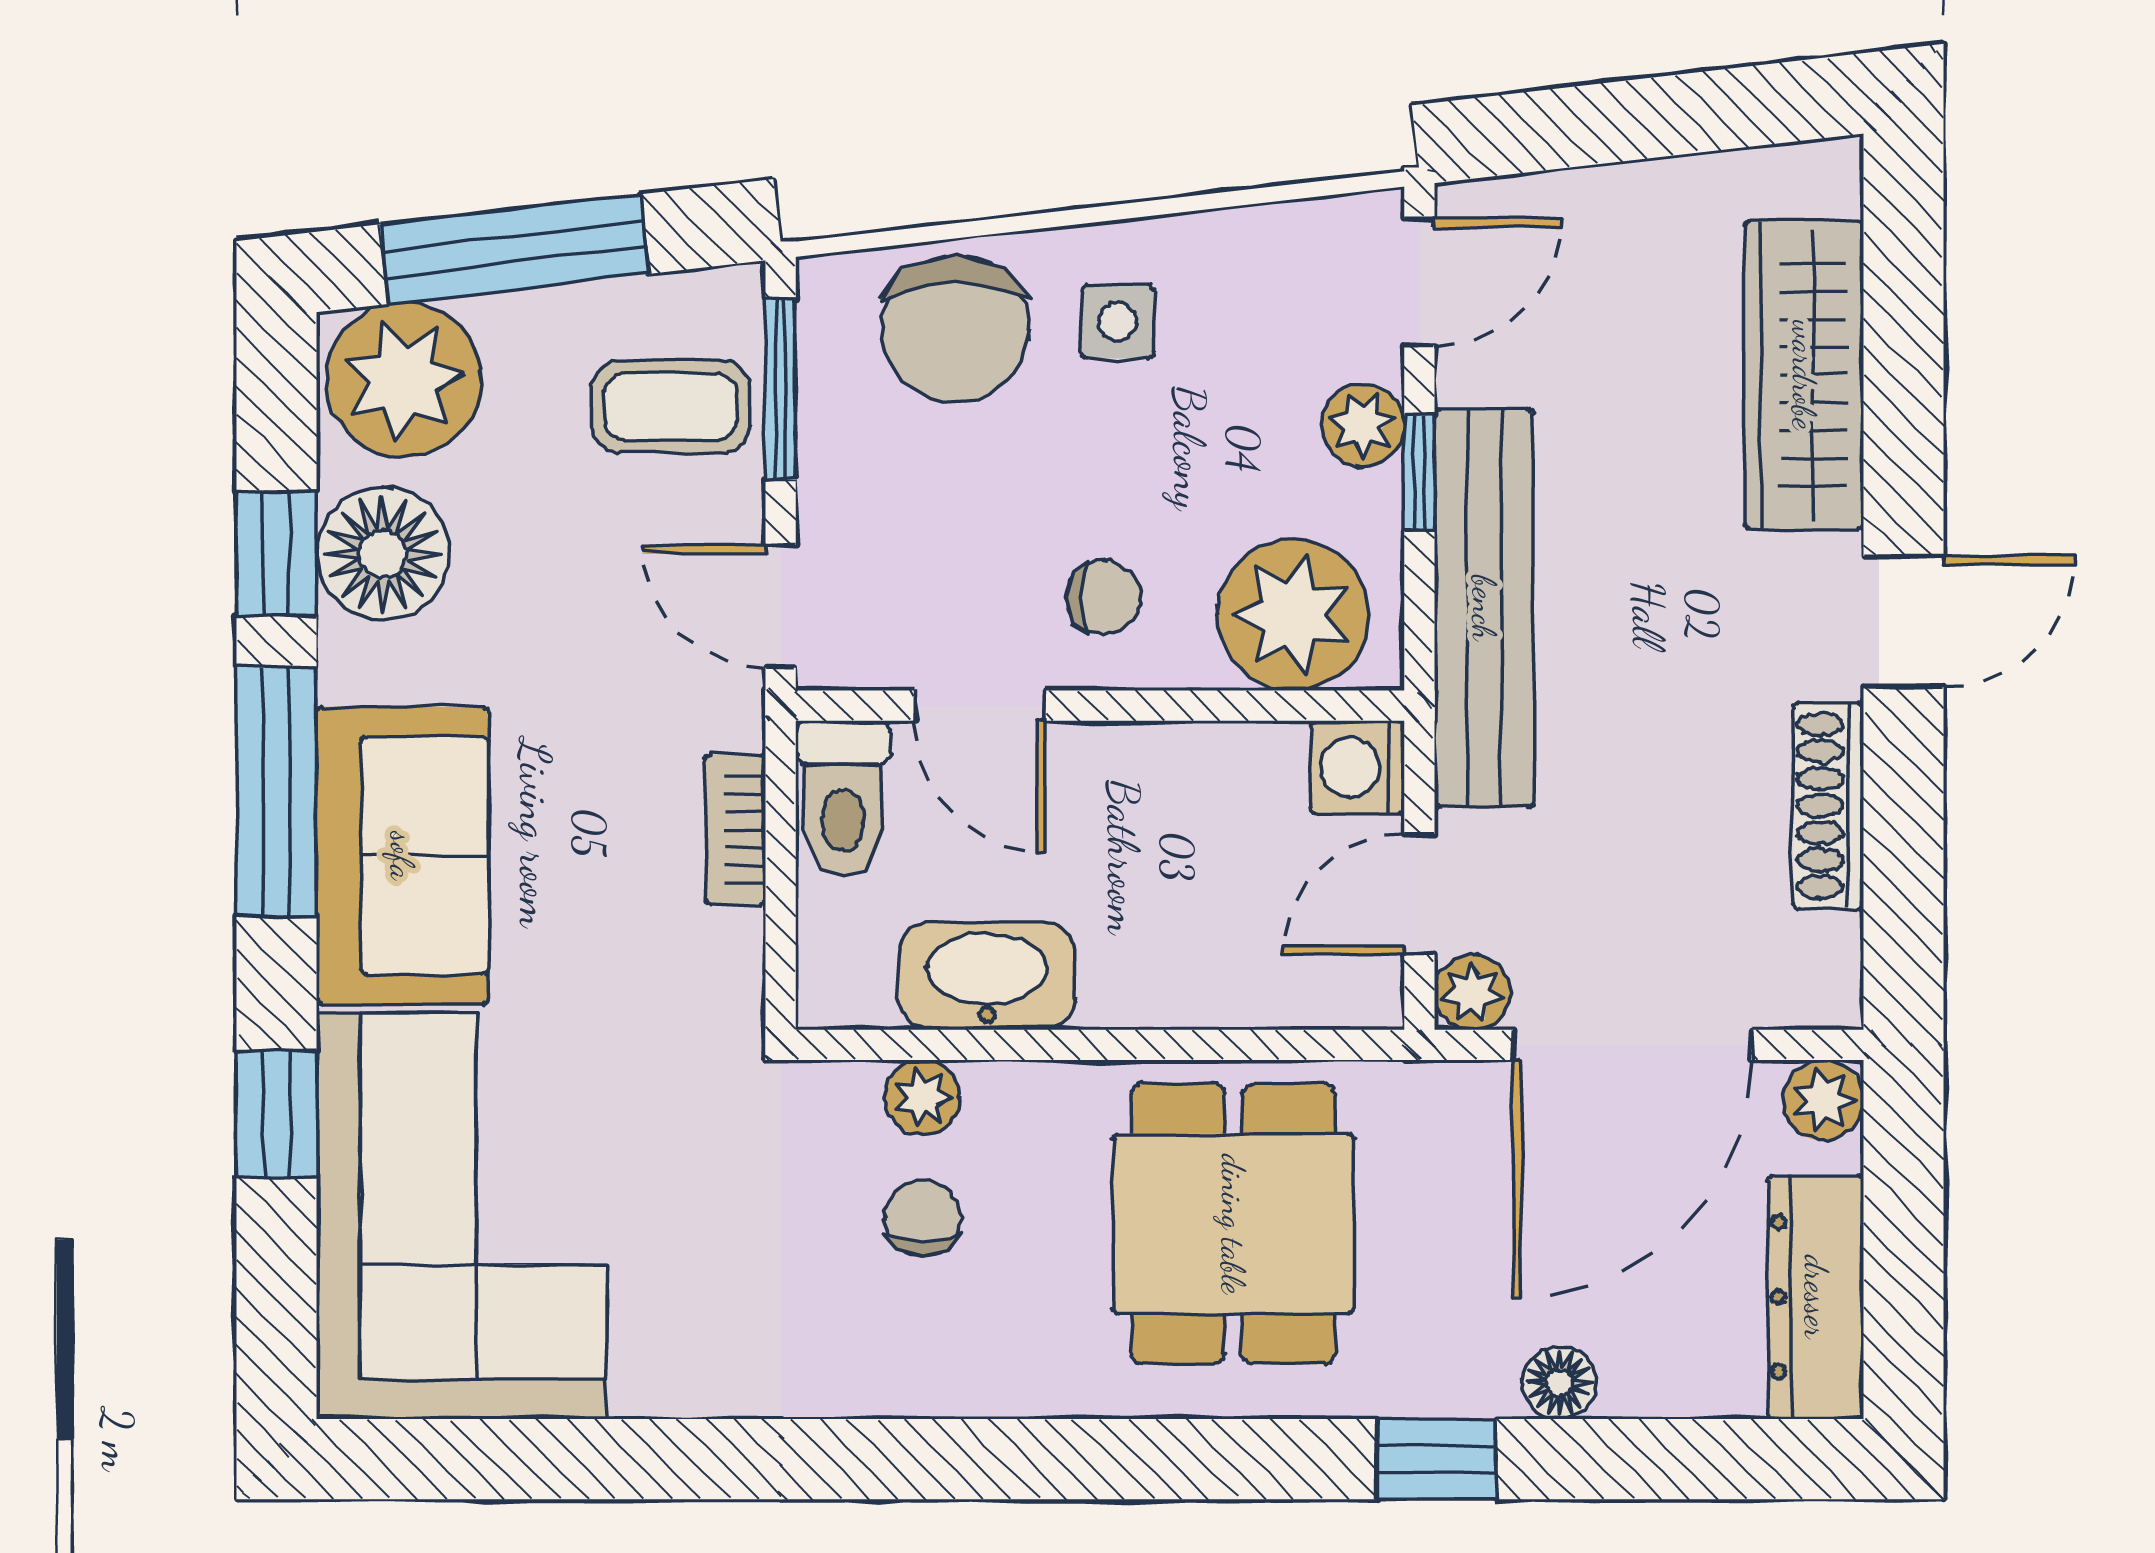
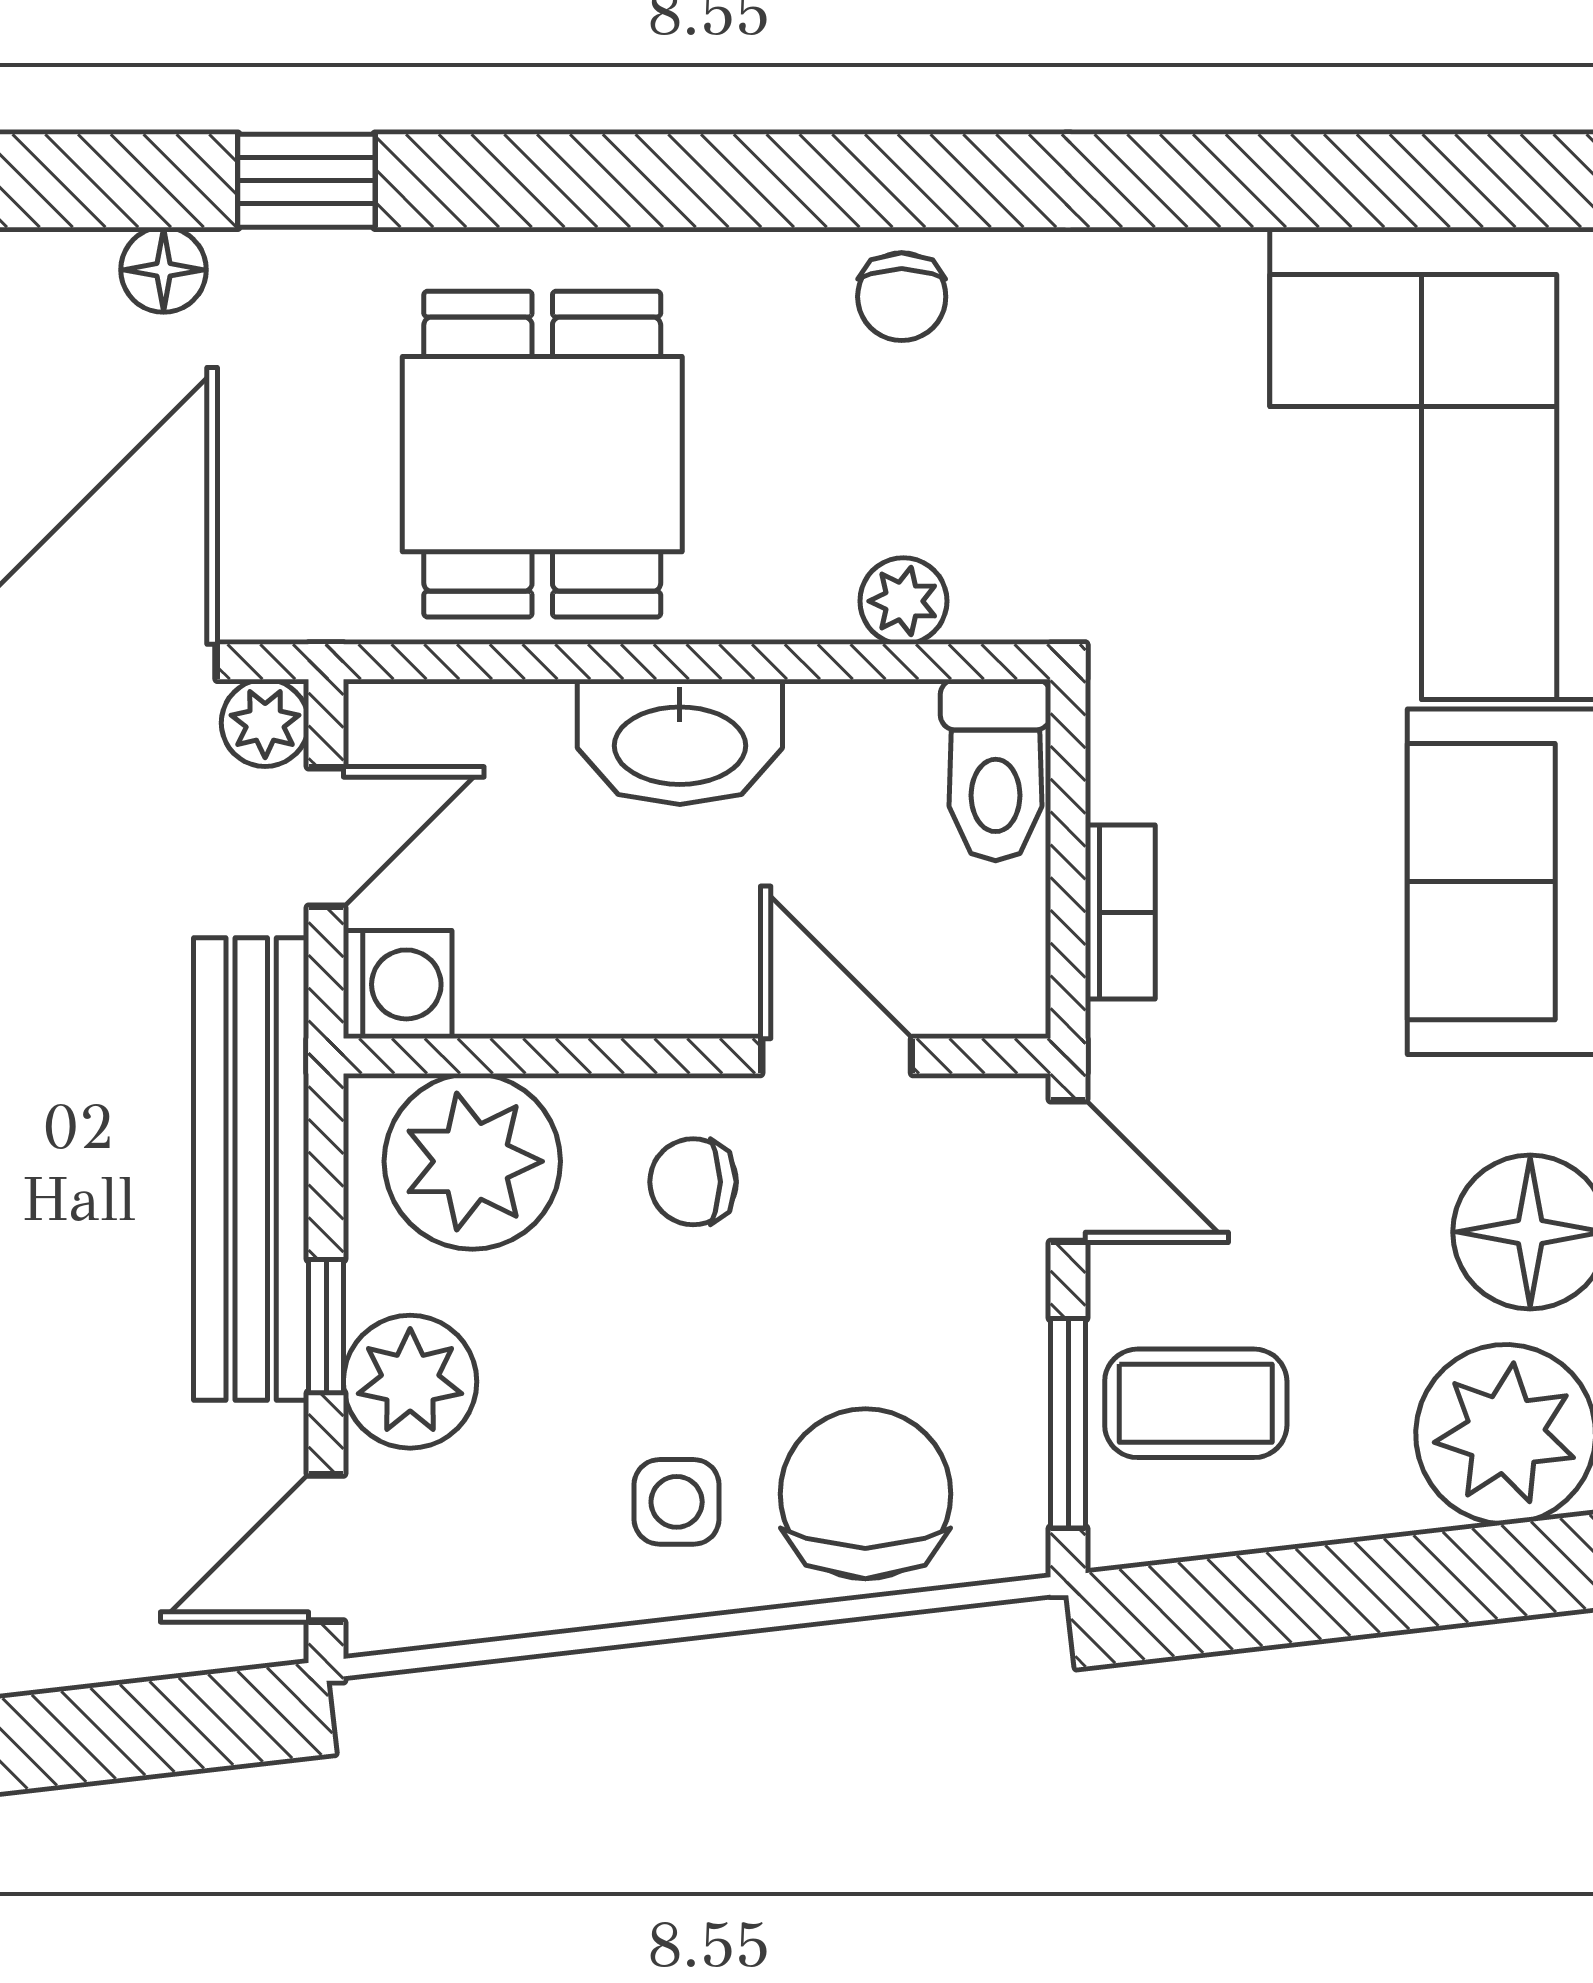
window: (514, 249) -> (1377, 1586), removed
plant: (1363, 425) -> (410, 1382), width x1.38, depth x1.38
toilet: (843, 799) -> (996, 770), moved, turned 180
washbasin: (987, 976) -> (680, 742), moved
chair: (923, 1218) -> (902, 297), moved

